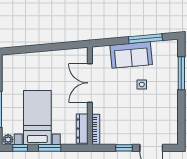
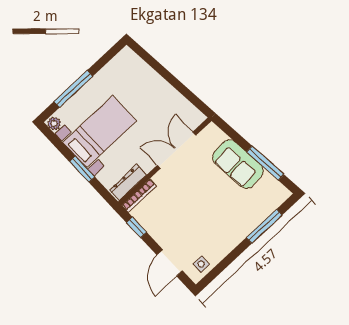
side table: (142, 84) -> (201, 264), moved
window: (20, 148) -> (57, 142), removed
window: (124, 148) -> (137, 227), moved

